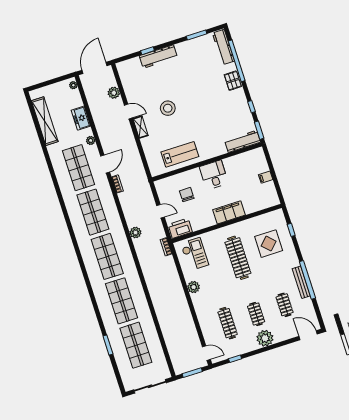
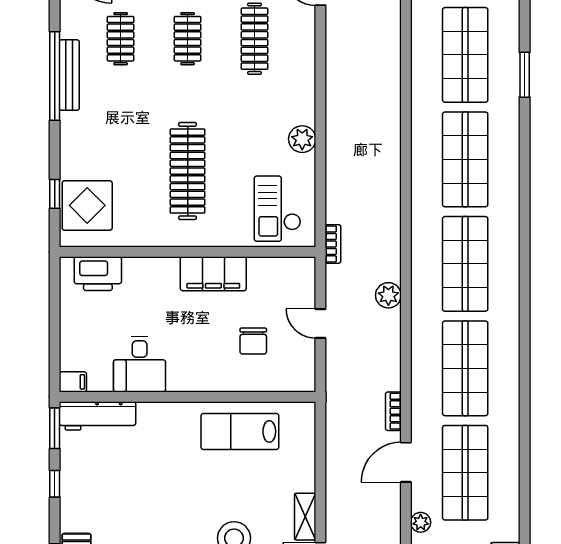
desk: (214, 175) -> (140, 364), moved
filing cabinet: (266, 177) -> (73, 382), moved
filing cabinet: (229, 212) -> (213, 274), moved
printer: (180, 228) -> (98, 274), moved
display table: (269, 244) -> (87, 205), moved

